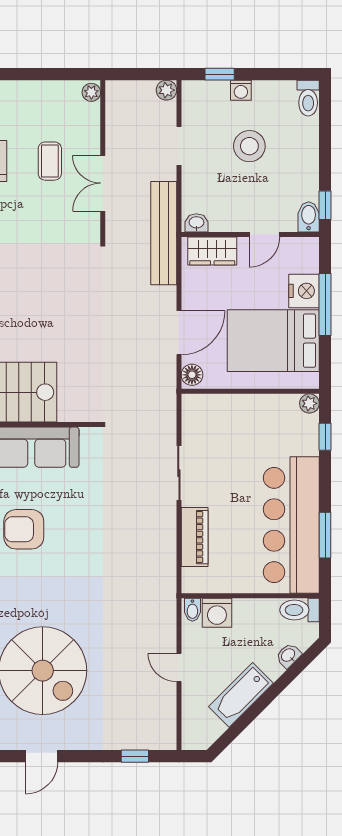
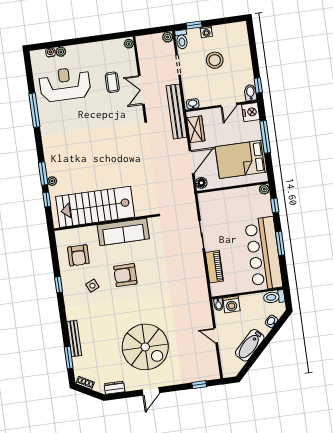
toilet: (308, 98) -> (182, 39), moved
wardrobe: (212, 251) -> (196, 129), moved, turned -90
nightstand: (304, 291) -> (251, 112), moved
window: (325, 535) -> (280, 243), moved

